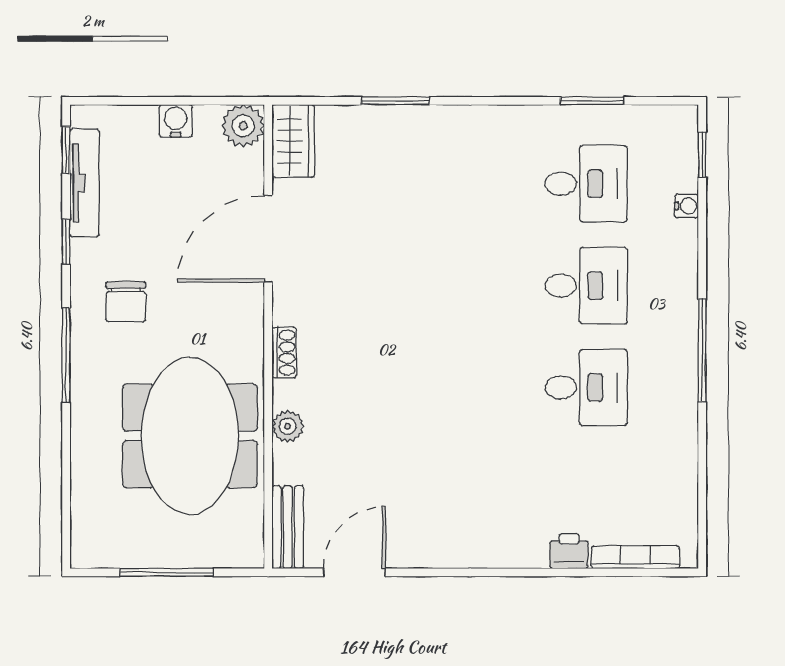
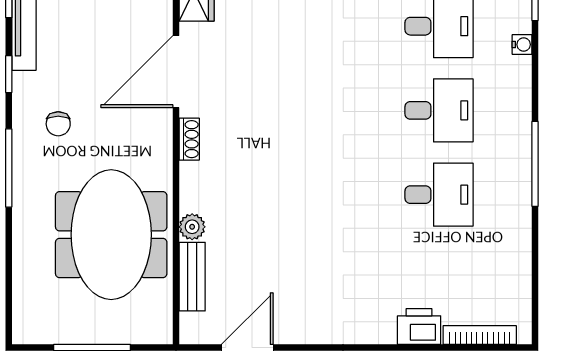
chair: (126, 302) -> (58, 124), width x0.73, depth x0.73
shoe rack: (284, 353) -> (189, 139), moved
bench: (288, 527) -> (192, 277), moved
printer: (569, 551) -> (419, 327), width x1.36, depth x1.24

